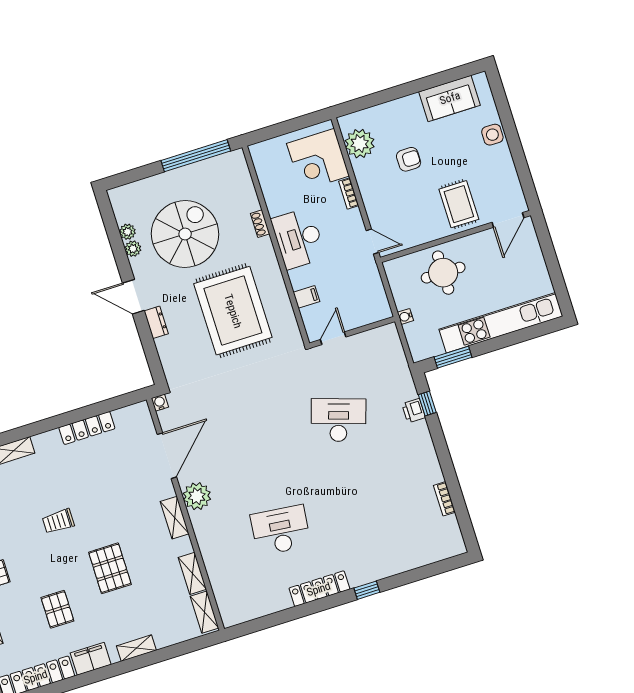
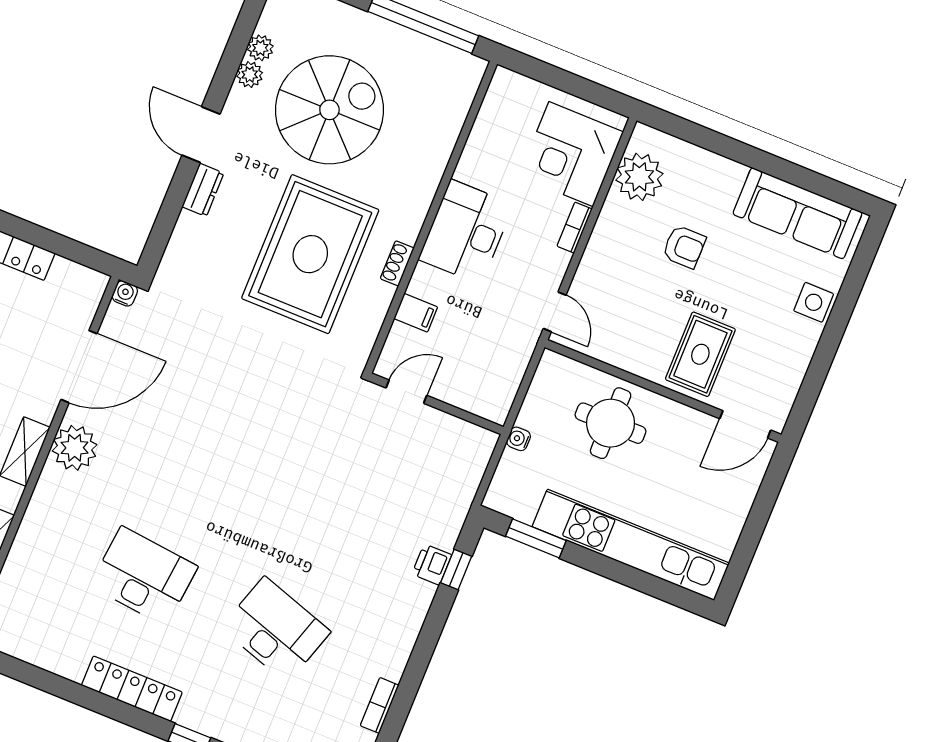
sofa: (450, 98) -> (798, 213), width x1.36
shoe rack: (260, 224) -> (397, 263), moved
desk: (339, 420) -> (276, 630), moved

